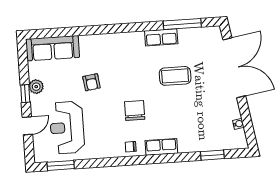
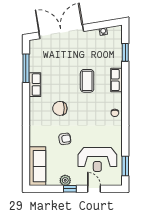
coffee table: (175, 76) -> (87, 81), moved
chair: (135, 110) -> (60, 108), moved
row of seats: (161, 147) -> (117, 80), moved

